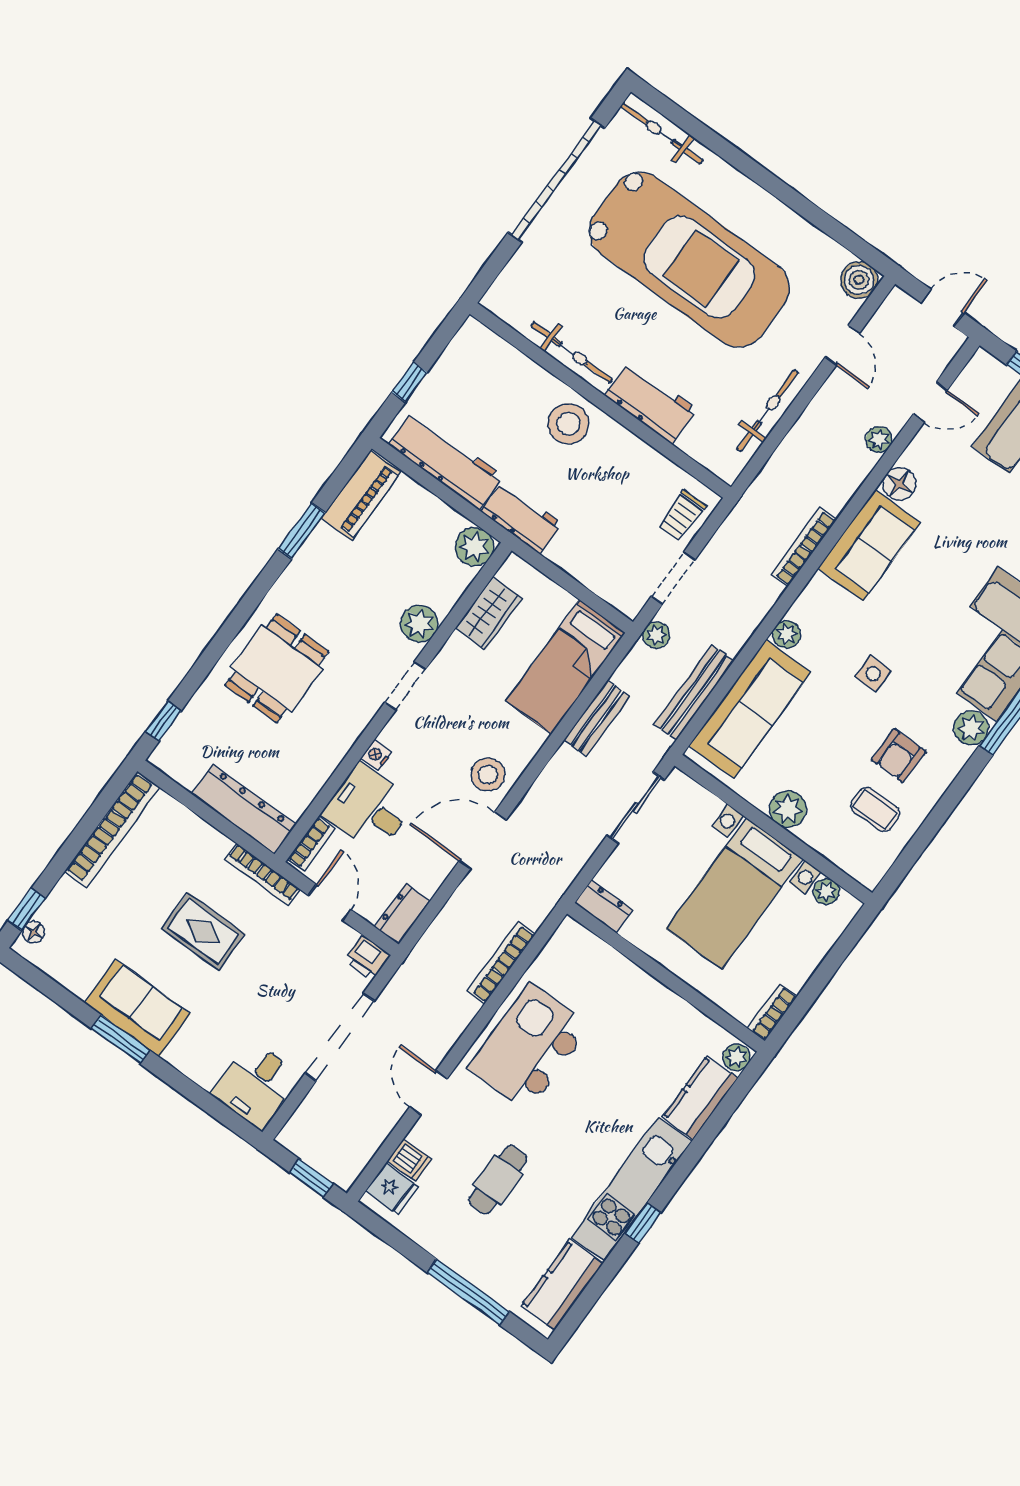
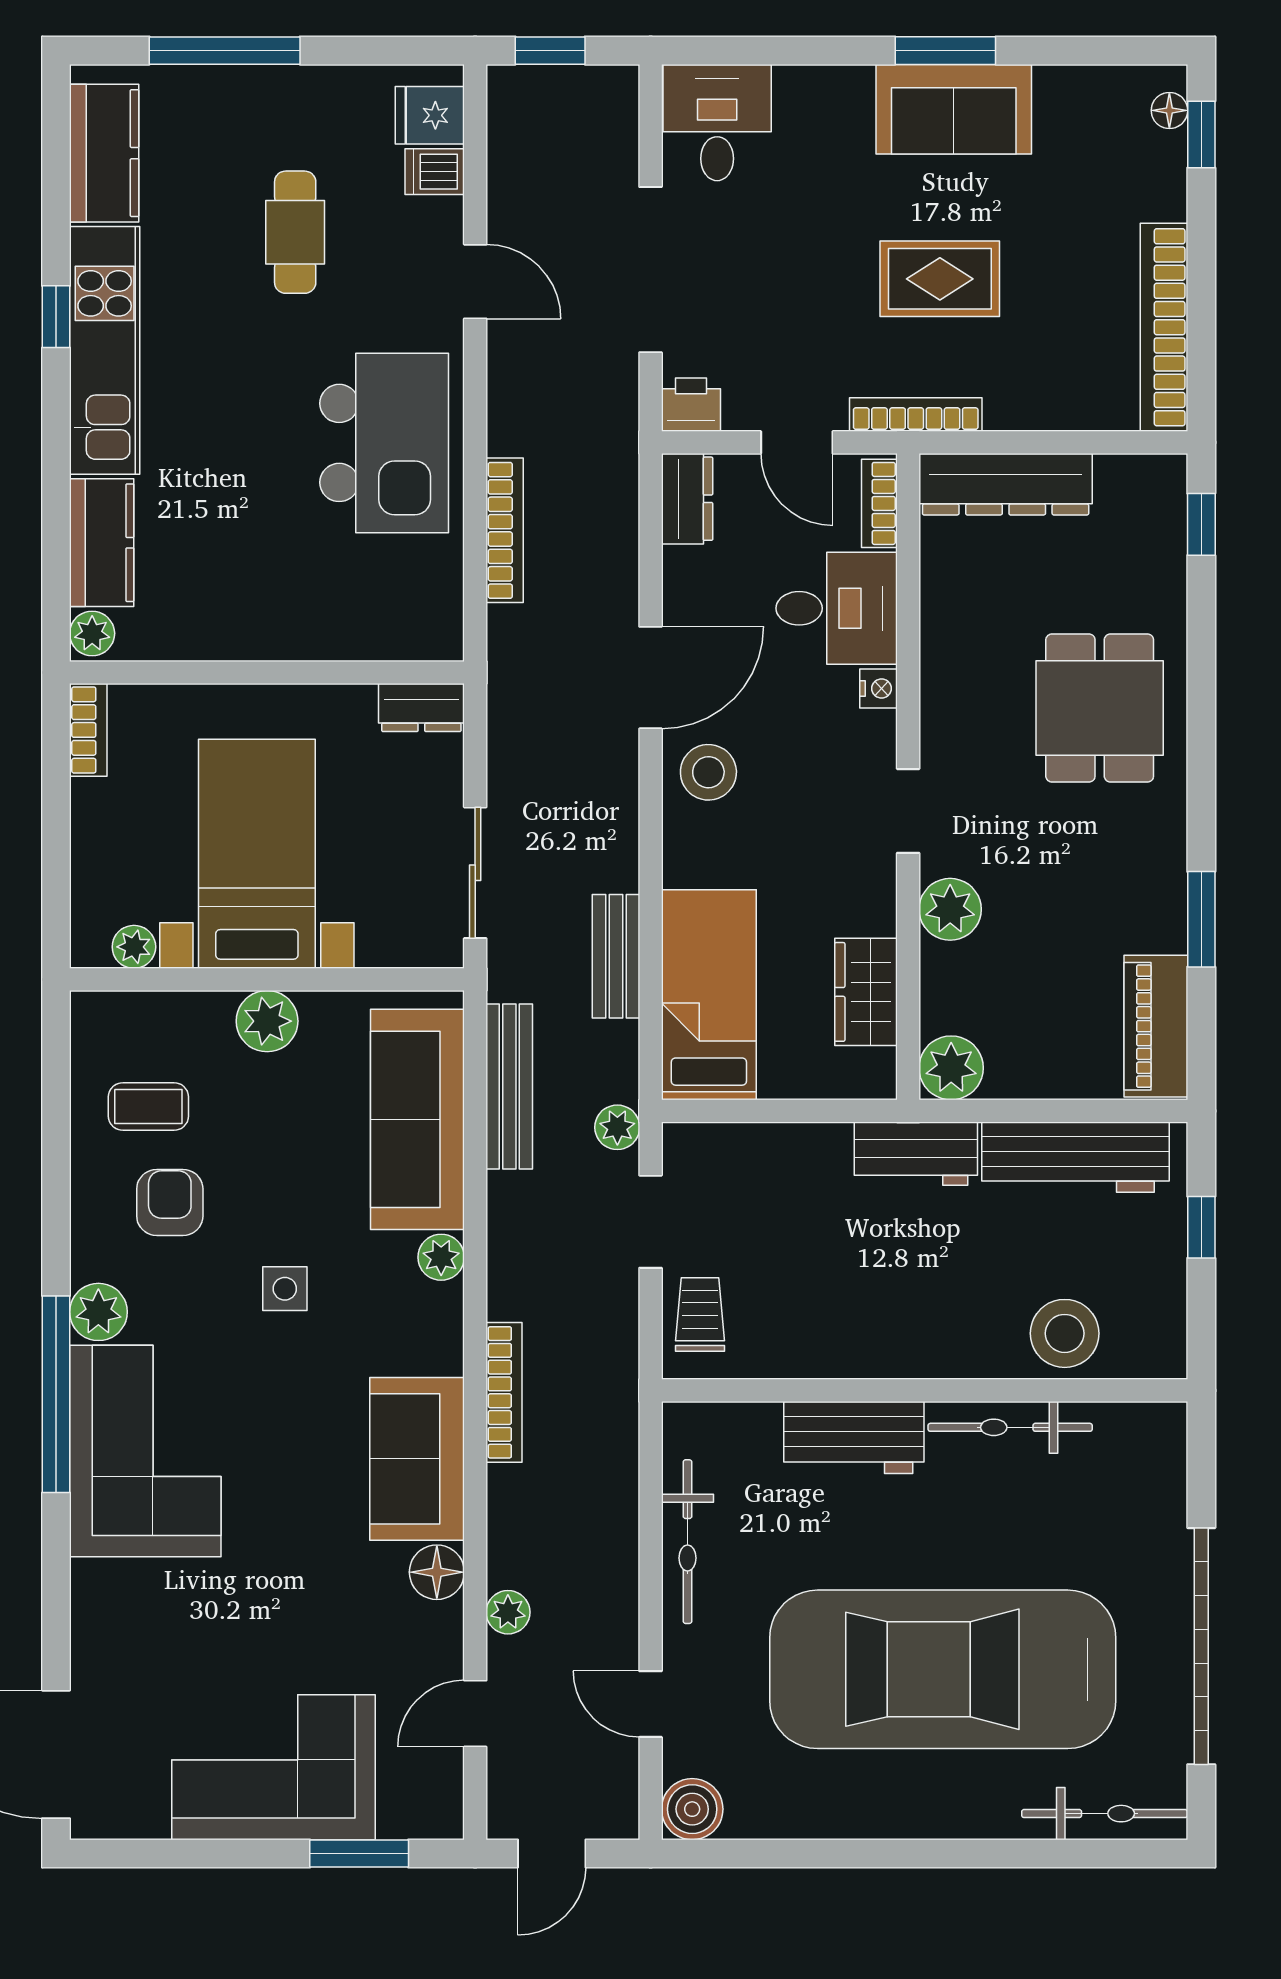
stool: (568, 424) -> (1065, 1333), moved

